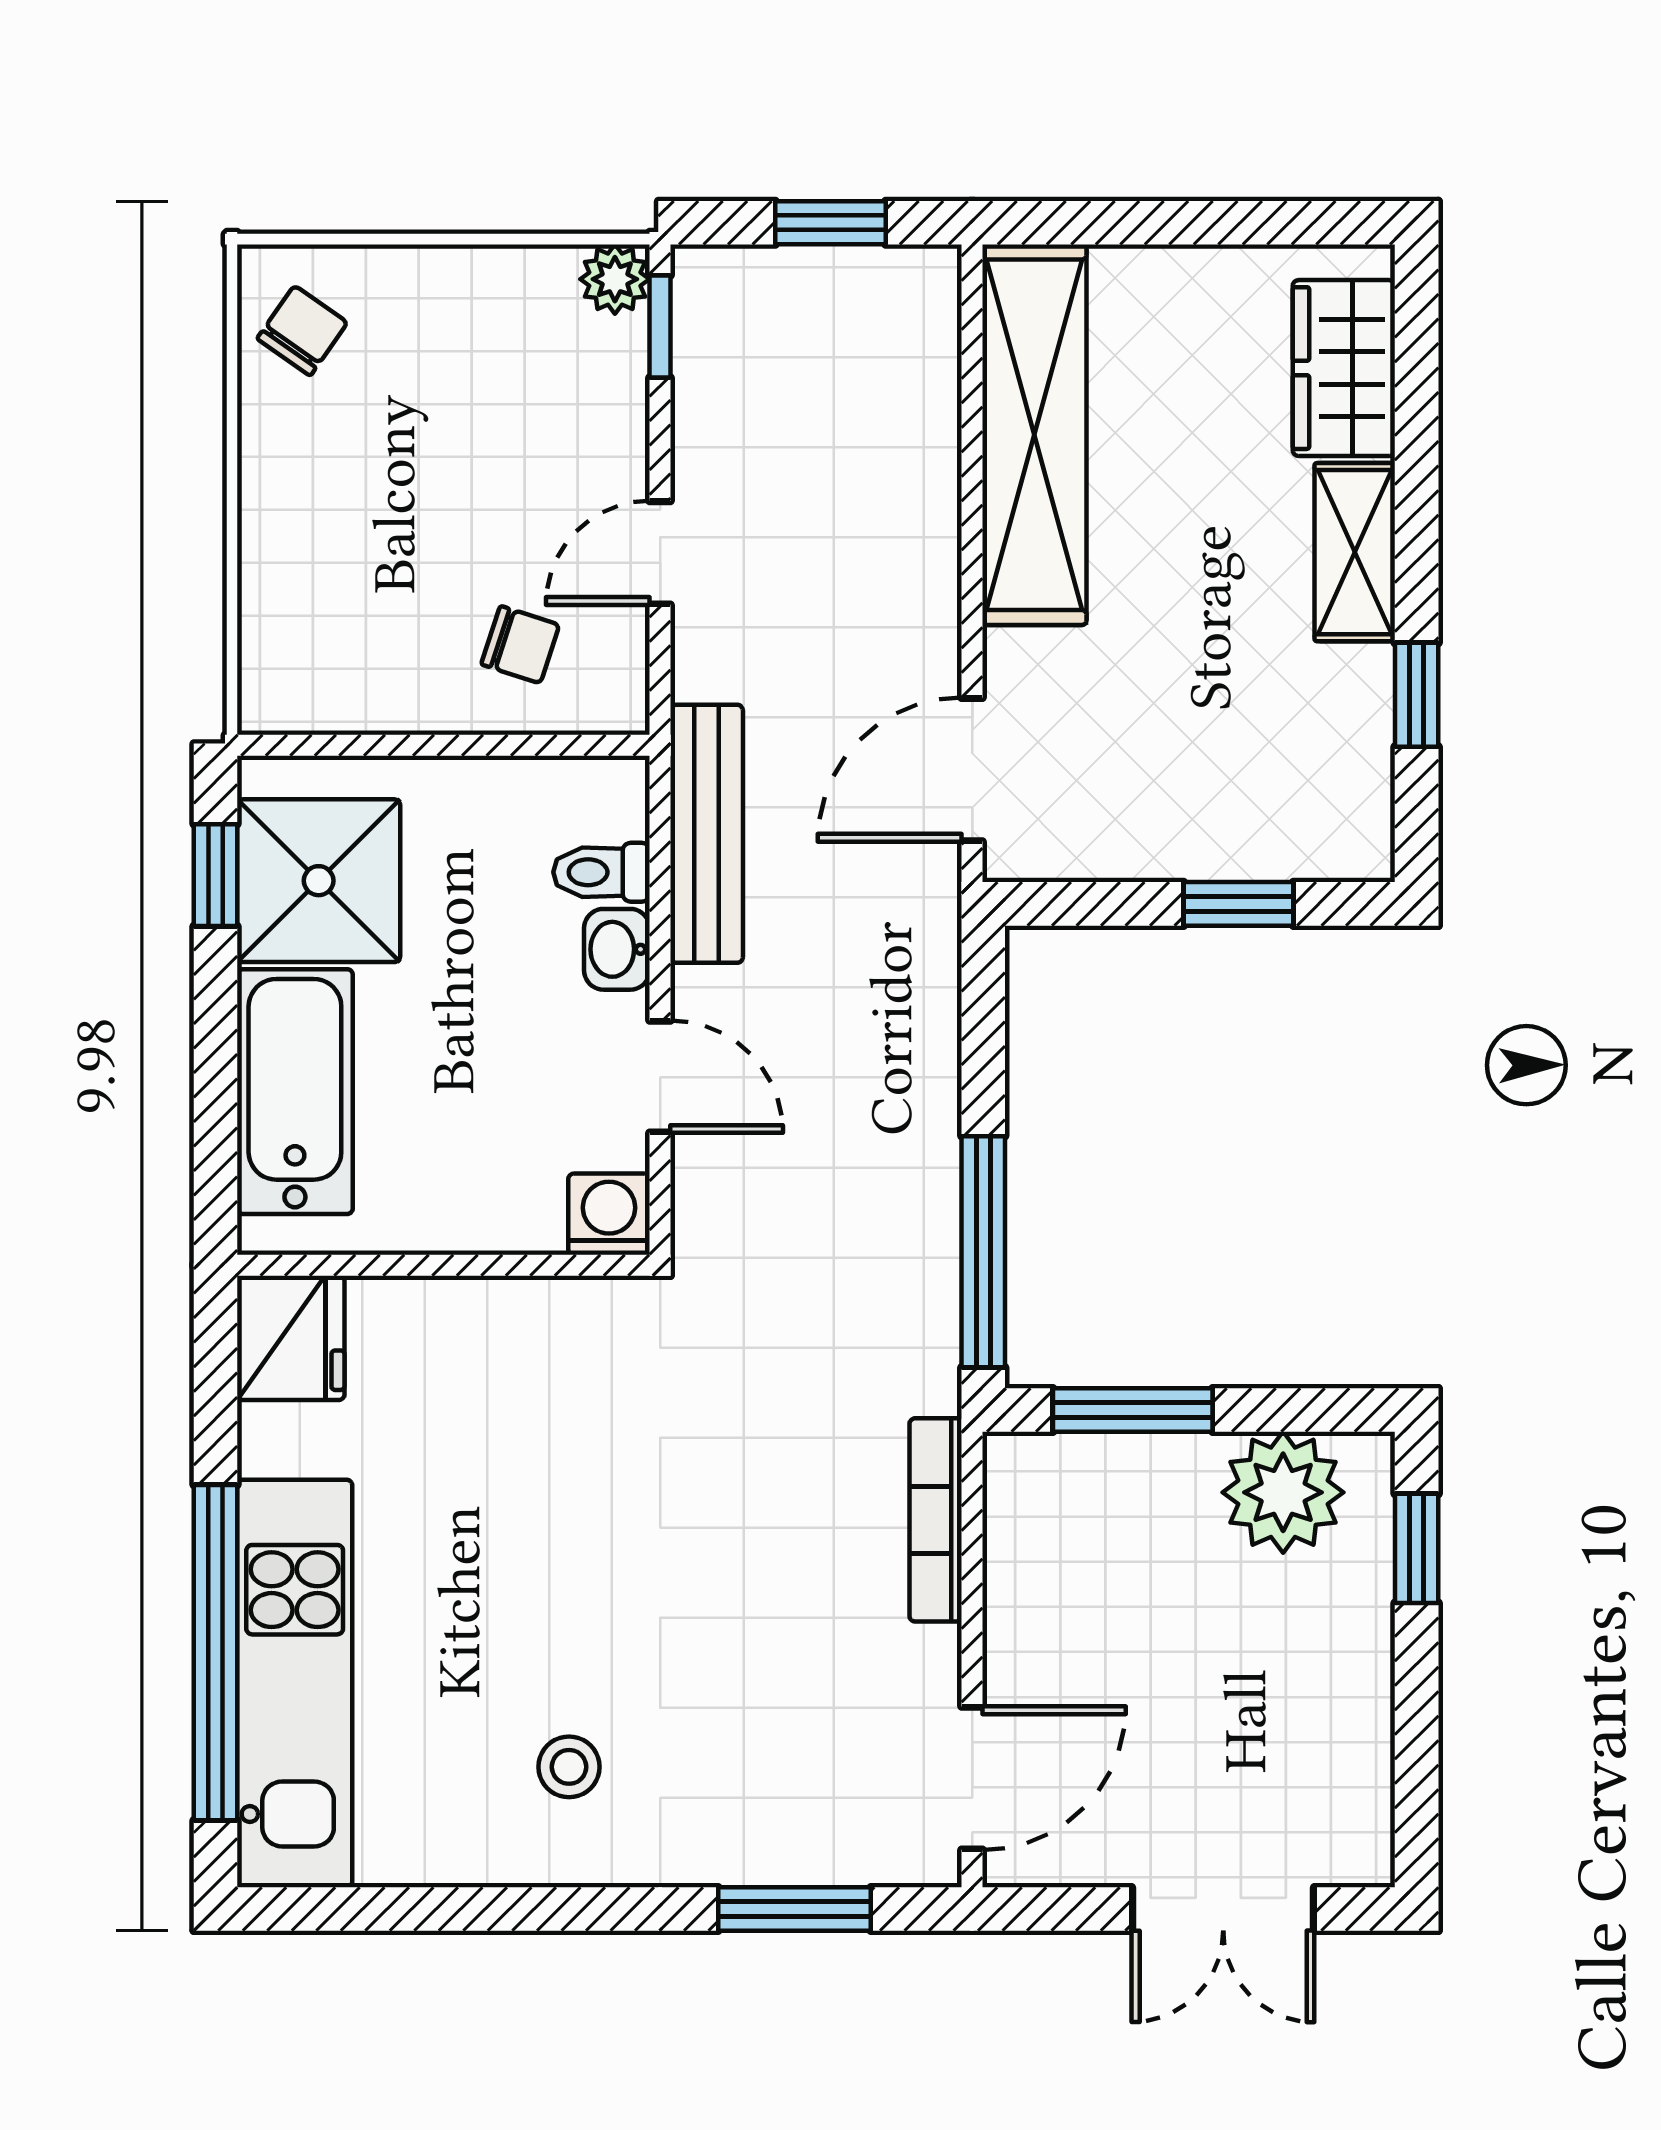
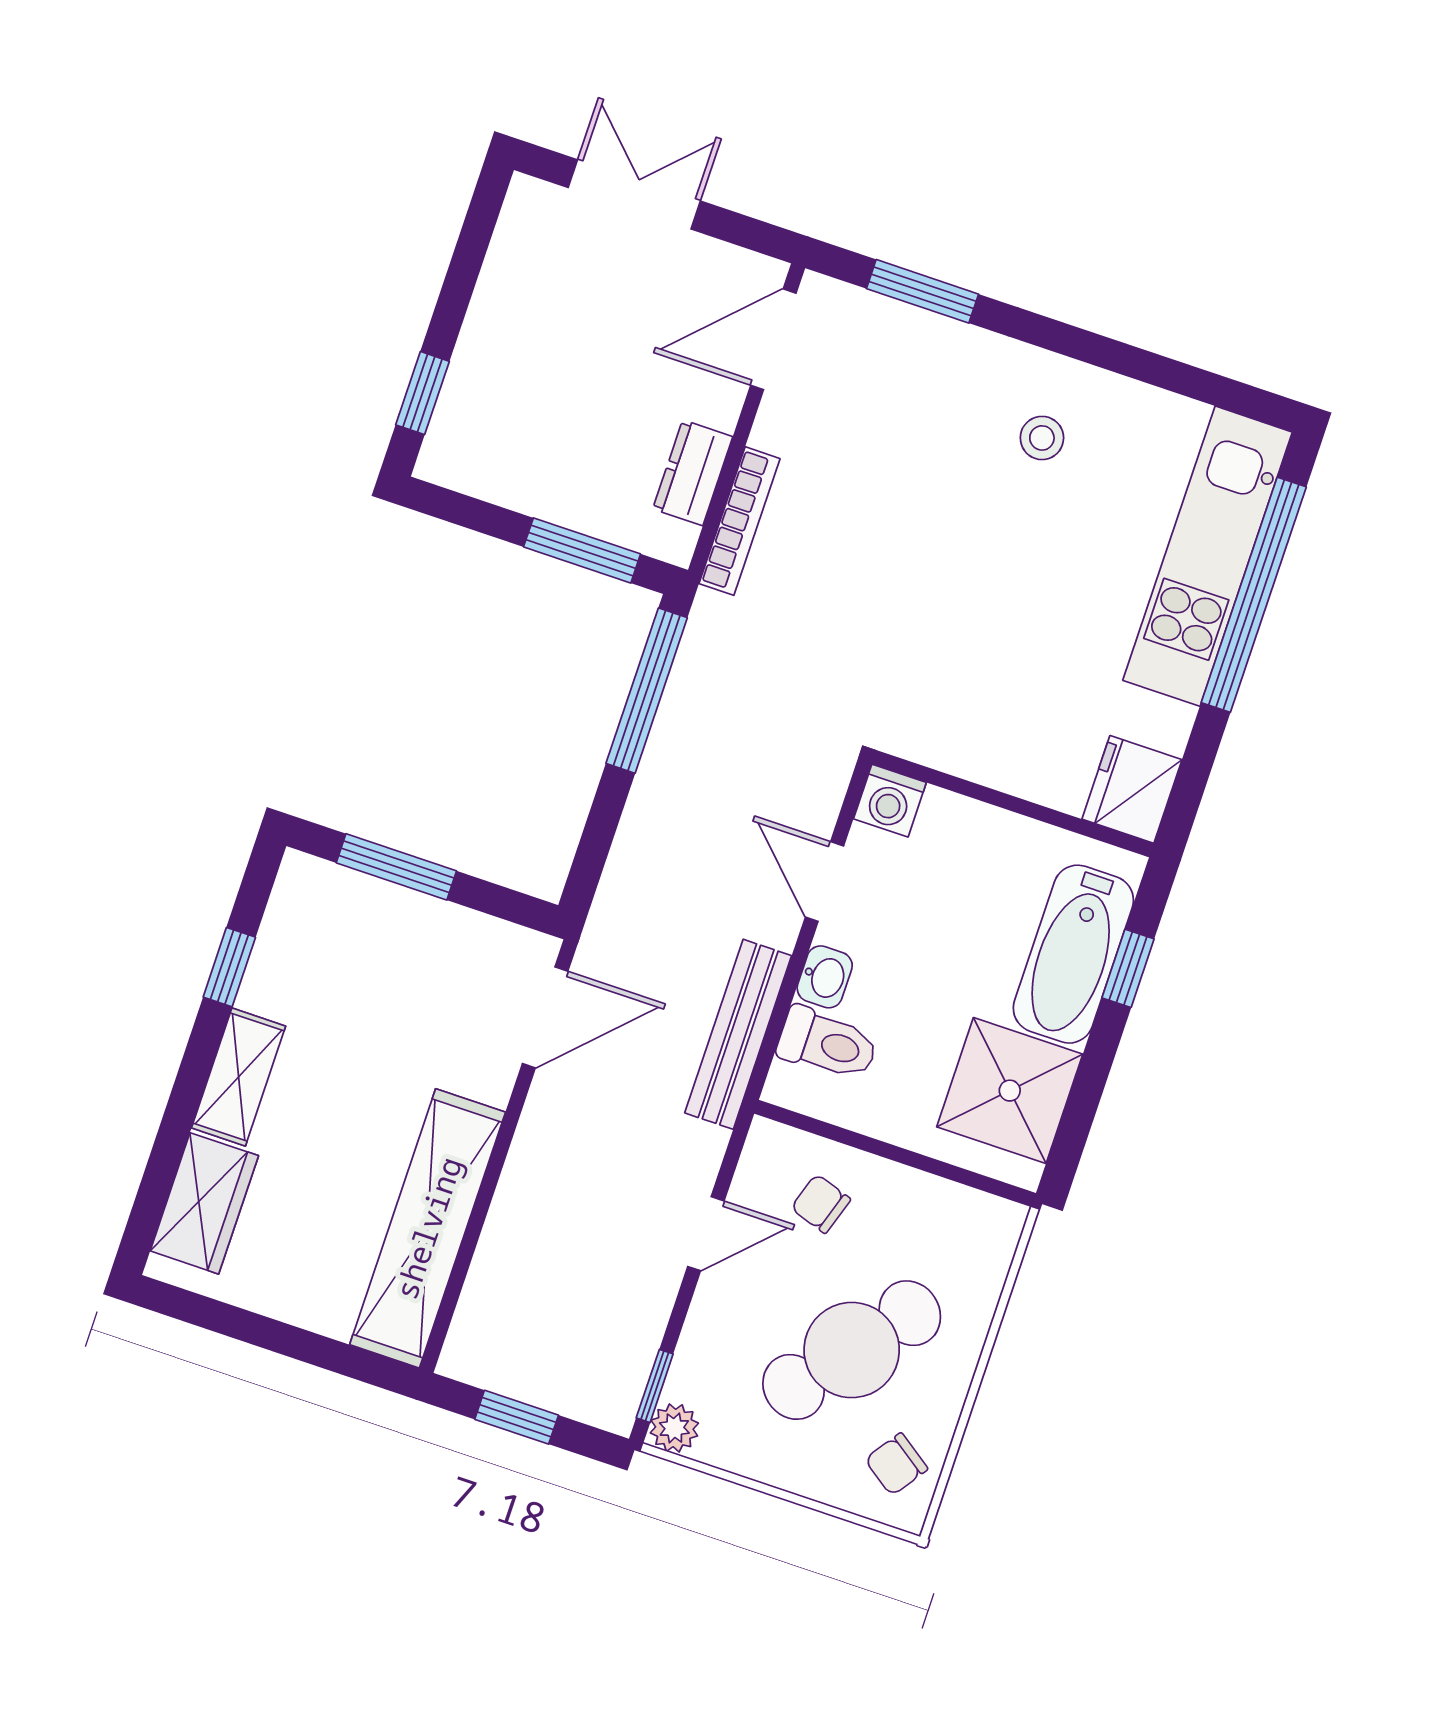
cafe table: (413, 463) -> (852, 1350), added
toilet: (602, 872) -> (828, 1044), width x1.37, depth x1.39
window: (216, 875) -> (1128, 968), moved
window: (1238, 904) -> (396, 867), width x1.50
plant: (1283, 1492) -> (500, 461), removed
dresser: (1020, 1563) -> (693, 473), added

